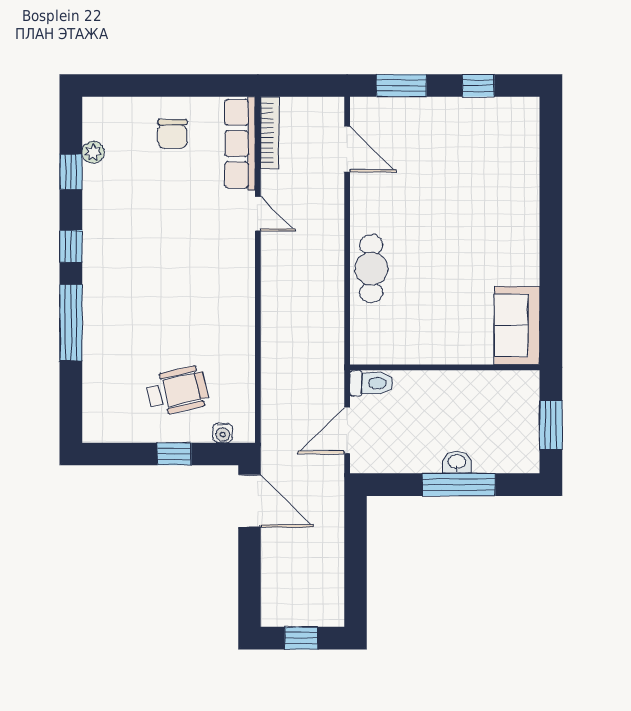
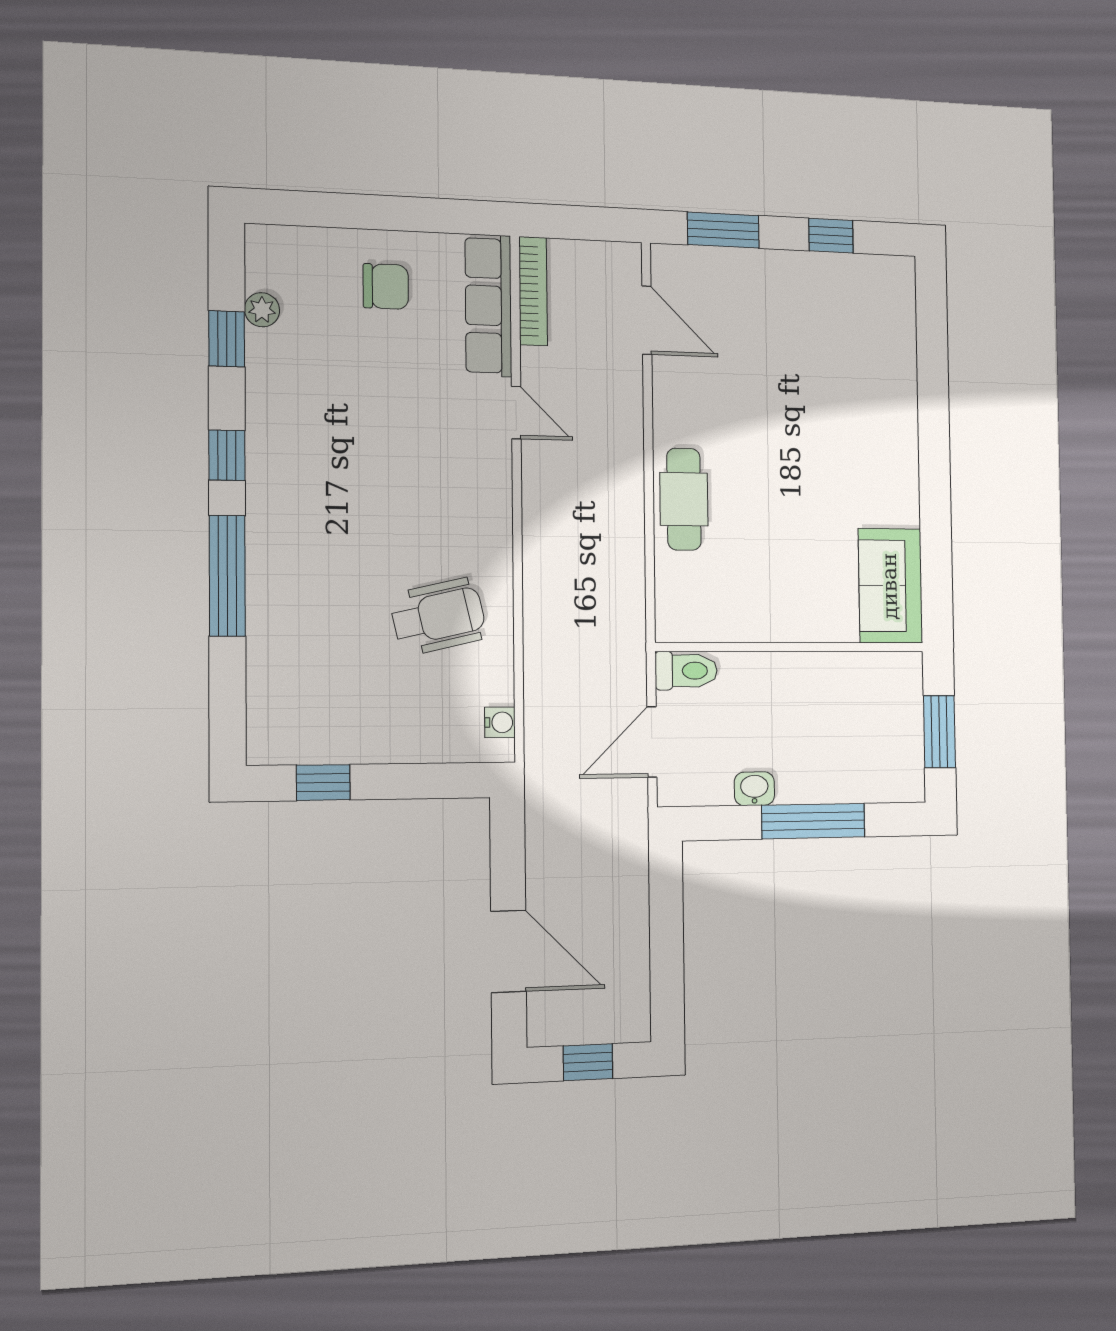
chair: (172, 134) -> (386, 286), turned -90
wheelchair: (177, 391) -> (438, 616), moved
water cooler: (223, 433) -> (500, 722), moved, turned -90
window: (174, 454) -> (323, 782), moved
washbasin: (457, 462) -> (754, 789), moved
door: (249, 501) -> (508, 951), moved

